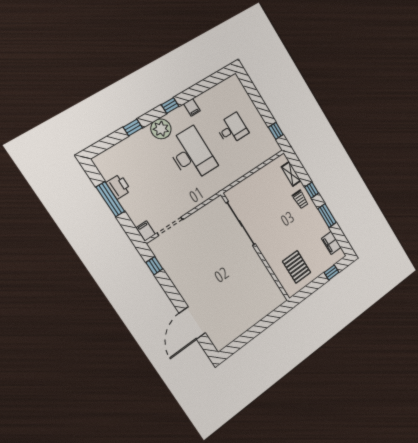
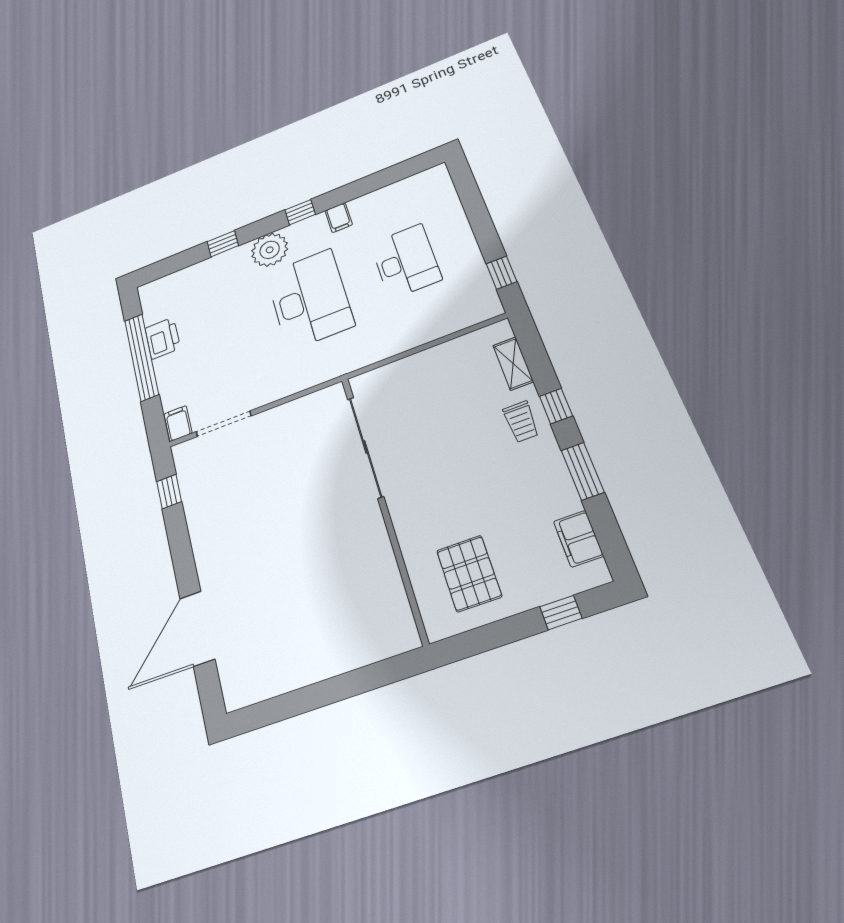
desk: (232, 129) -> (406, 261), width x1.37
window: (110, 199) -> (142, 357), width x1.46

